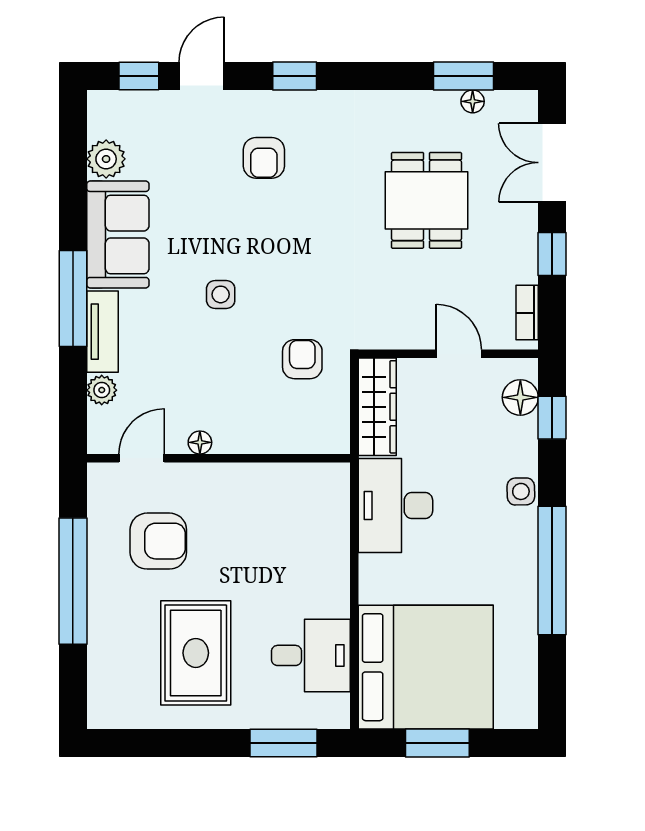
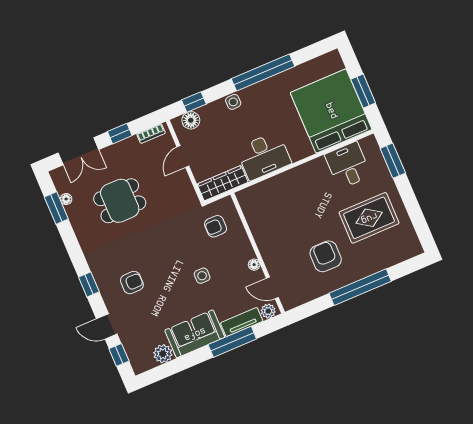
floor lamp: (200, 442) -> (254, 265), moved
door: (142, 458) -> (272, 288), moved
wall: (219, 458) -> (258, 253), moved

